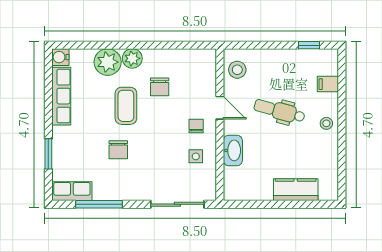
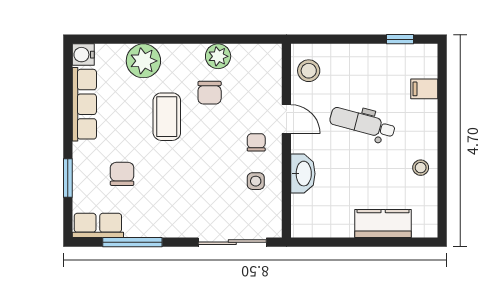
plant: (132, 58) -> (218, 56), moved
stool: (326, 123) -> (421, 168), moved
chair: (118, 150) -> (122, 174), moved, turned 180

